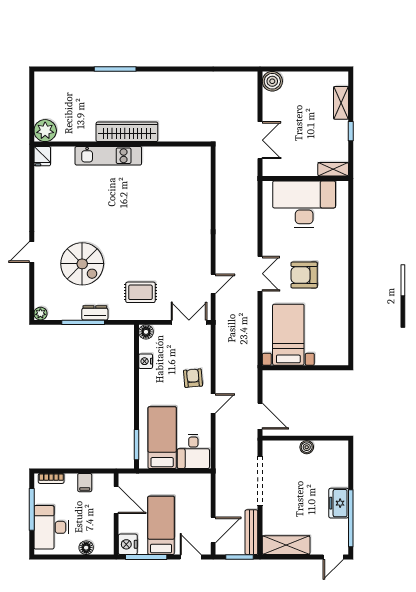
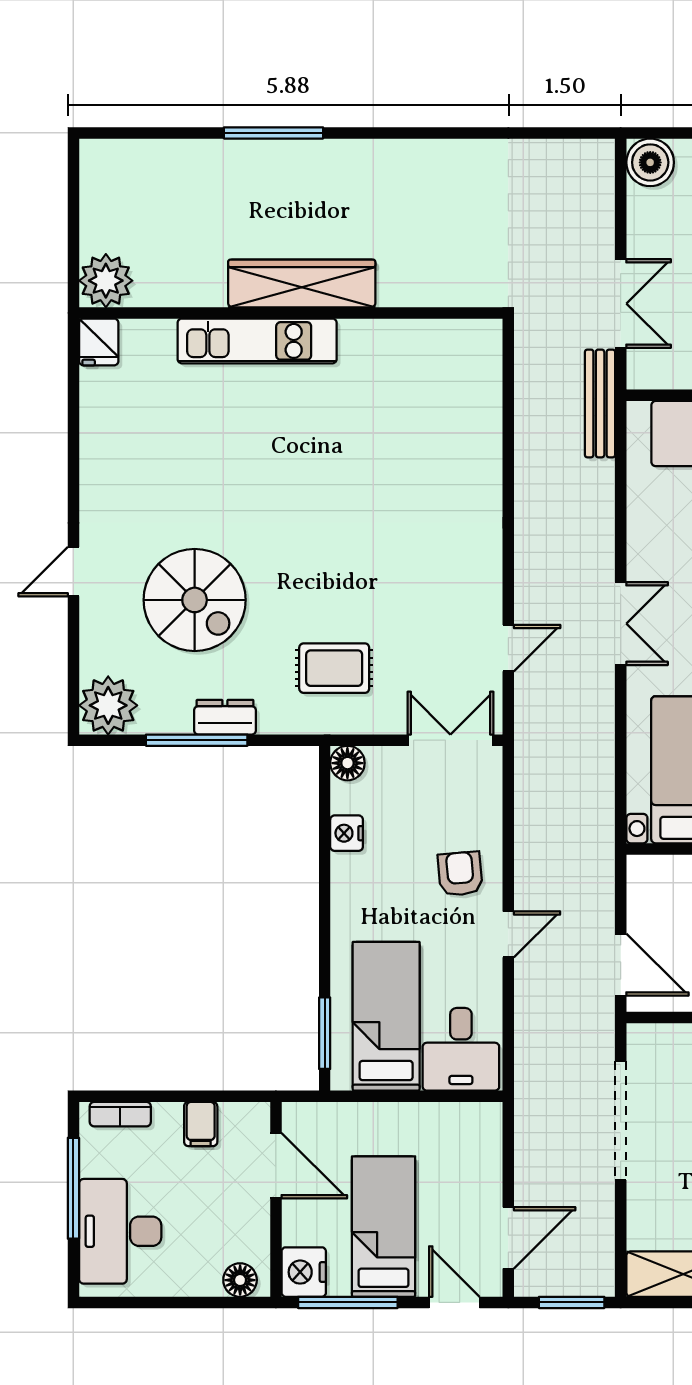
plant: (40, 314) -> (108, 705), width x1.88, depth x1.88
bench: (251, 532) -> (600, 403), moved
floor lamp: (86, 548) -> (240, 1280), moved

